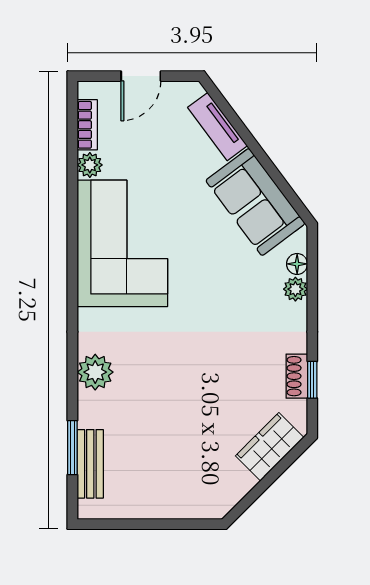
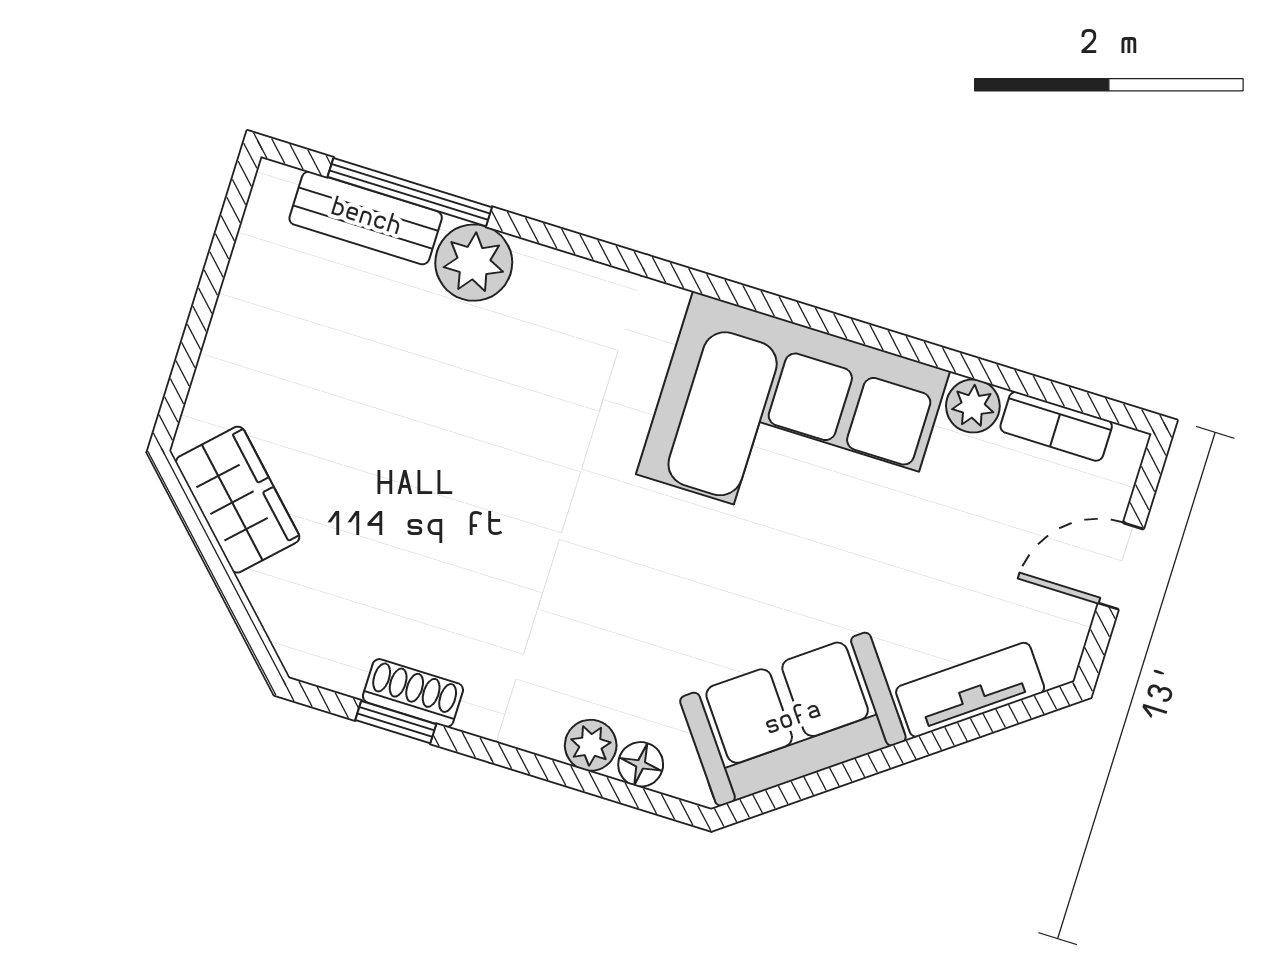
door: (141, 76) -> (1121, 566), hinge flipped
plant: (95, 372) -> (474, 263), moved
wardrobe: (270, 447) -> (238, 500), moved
window: (72, 448) -> (410, 192), width x1.44

